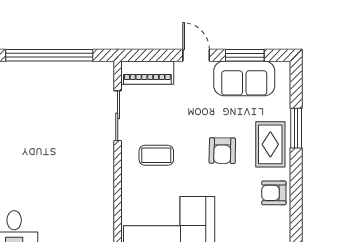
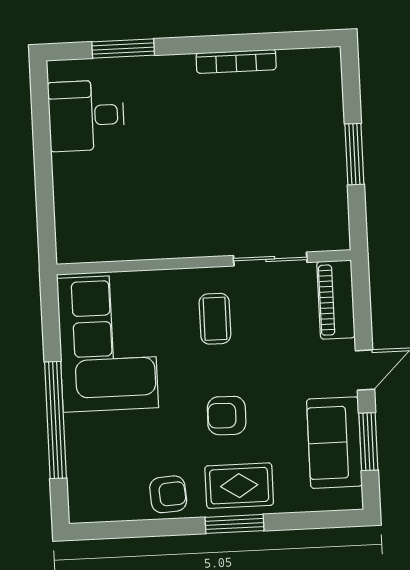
window: (49, 55) -> (354, 154), width x0.47
window: (296, 128) -> (234, 524), moved
armchair: (274, 193) -> (168, 494), turned 86

